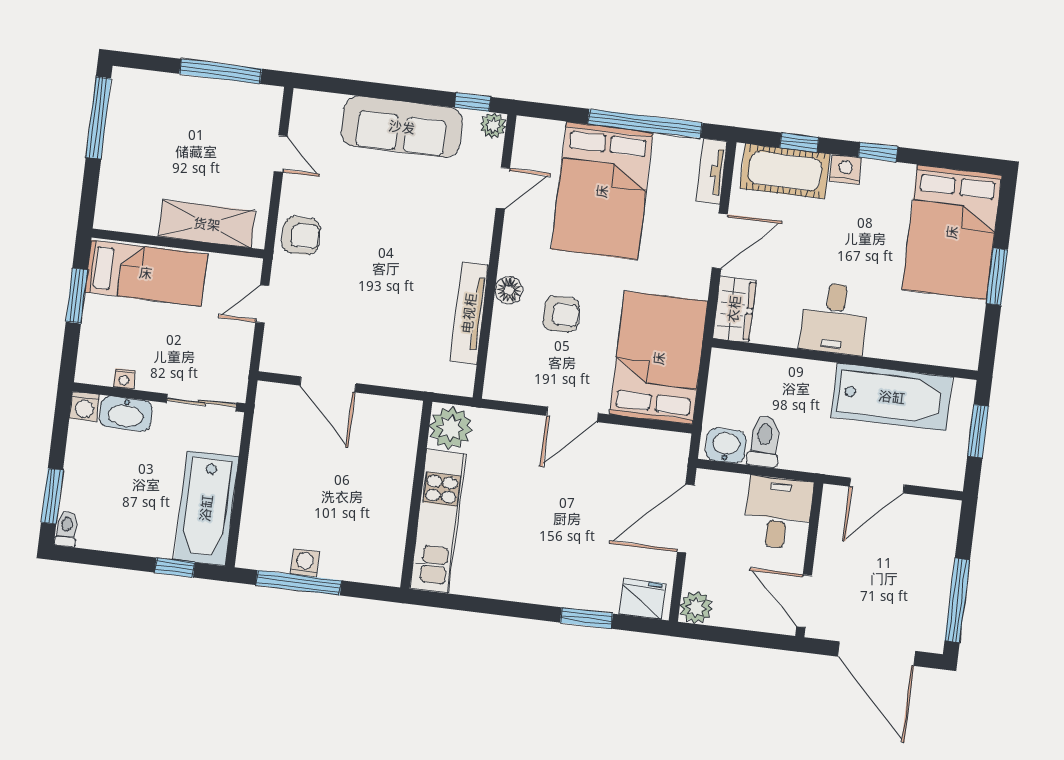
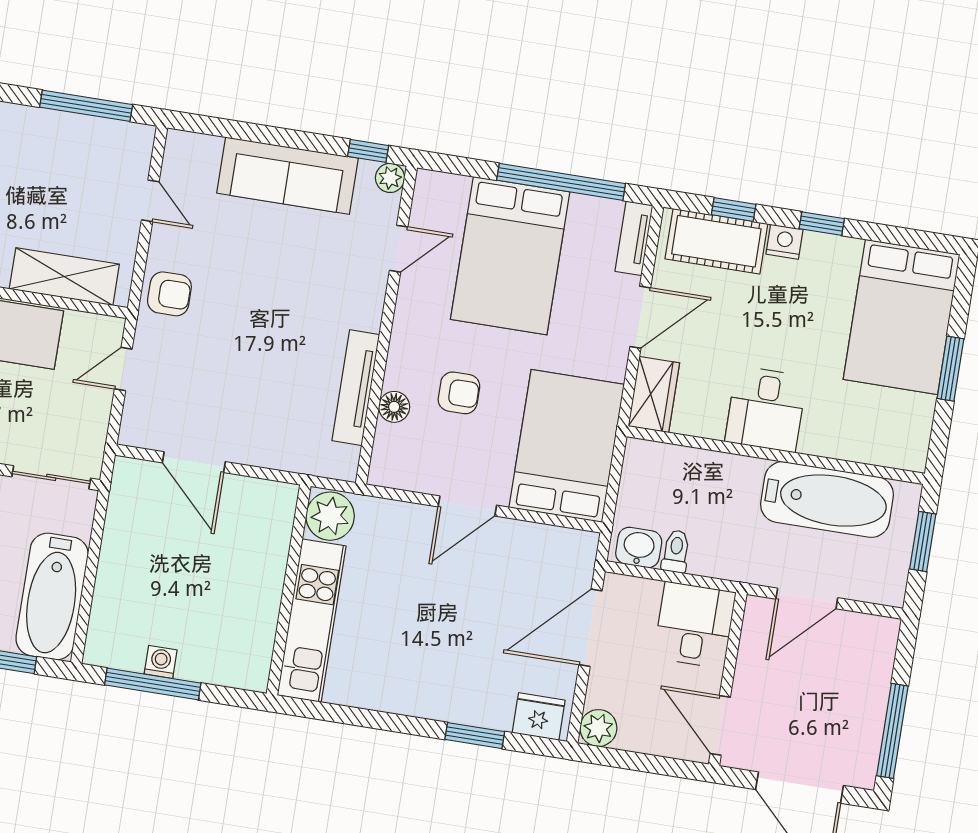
floor lamp: (509, 290) -> (394, 407), moved
toilet: (764, 441) -> (676, 551), width x0.73, depth x0.72

